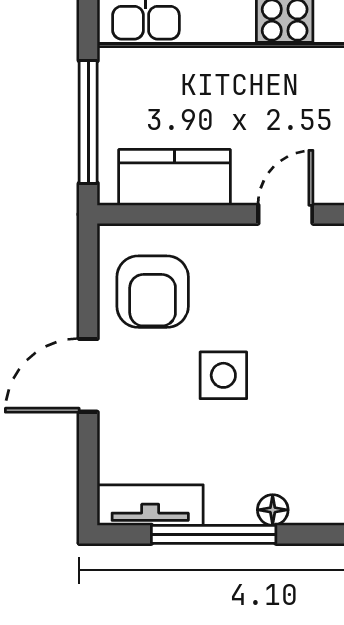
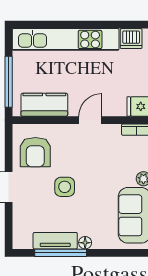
tv unit: (150, 505) -> (55, 241), moved

